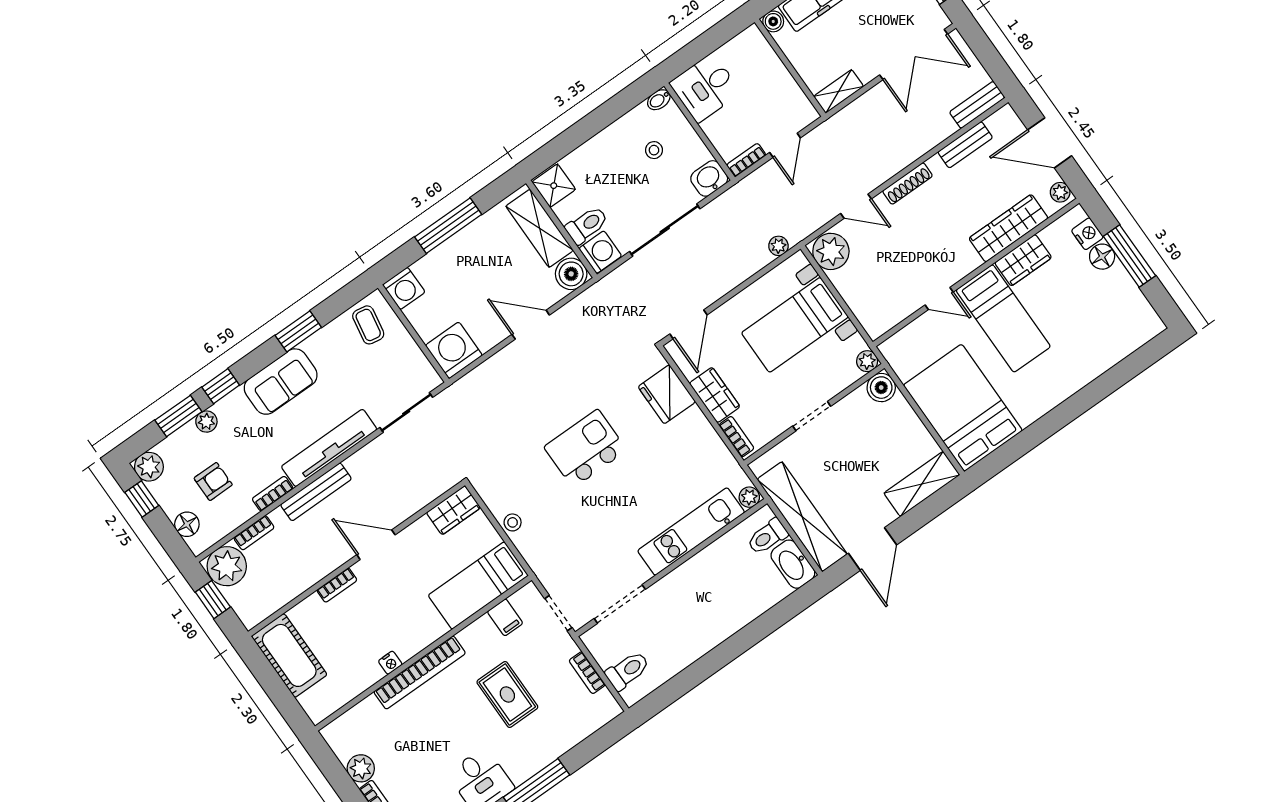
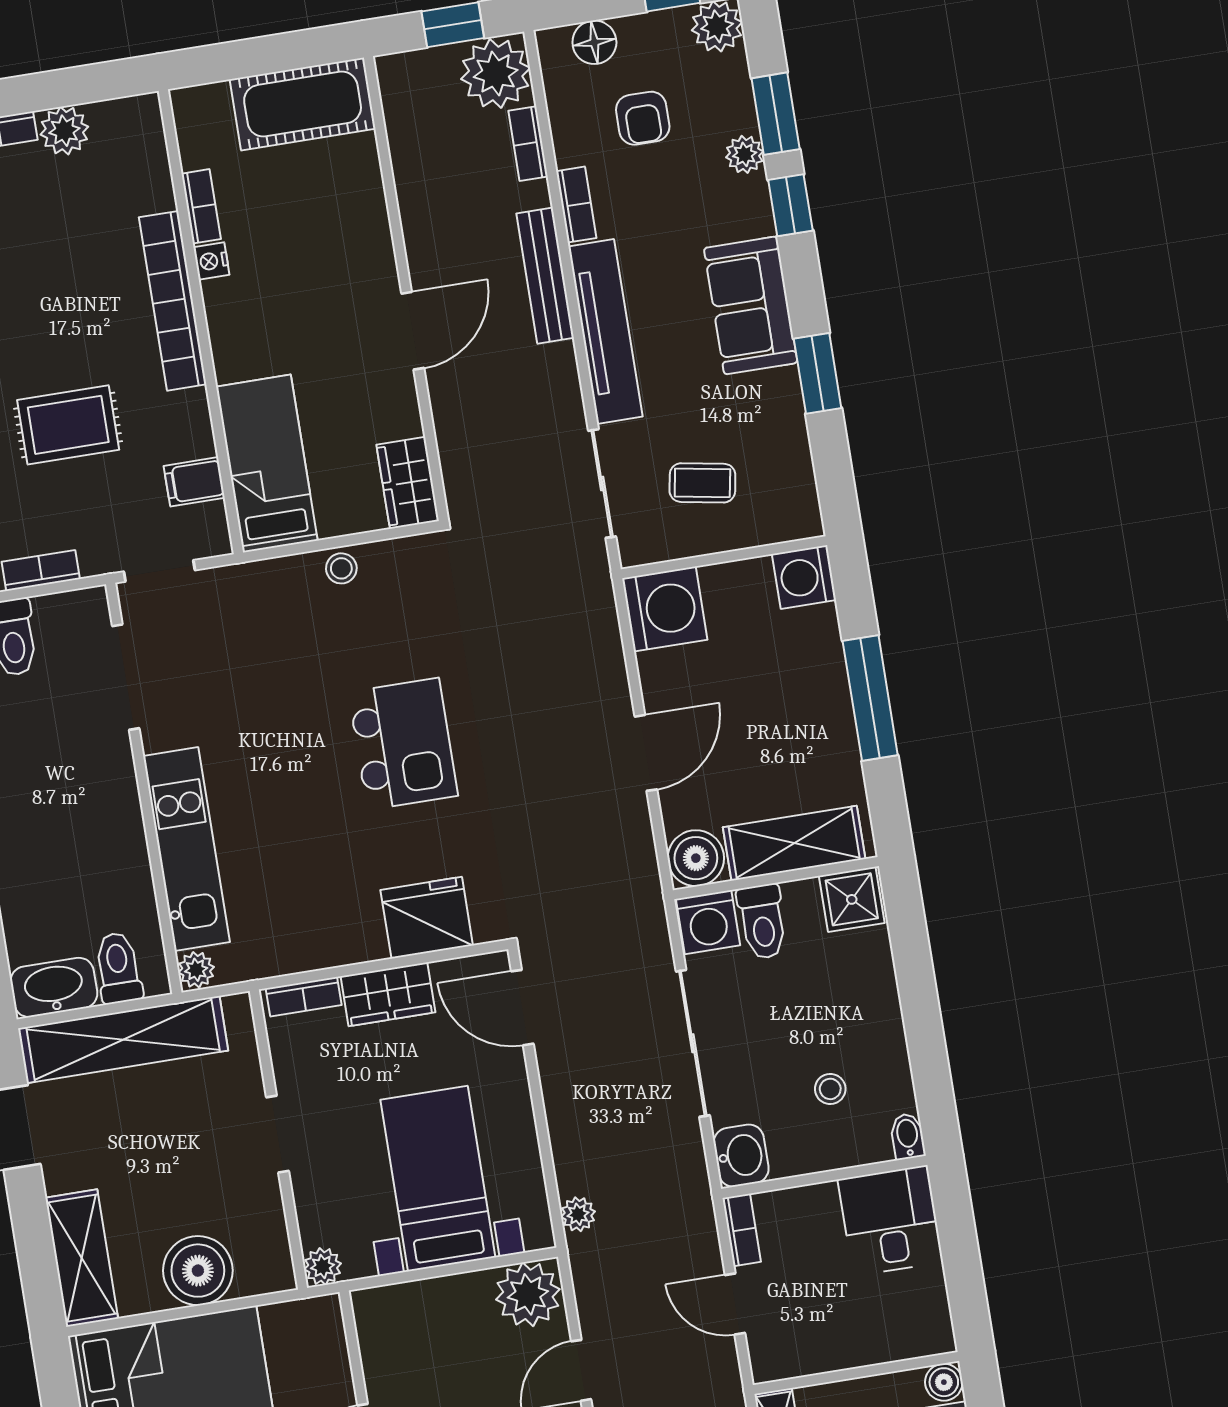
coffee table: (368, 325) -> (702, 483), moved
boiler: (881, 388) -> (198, 1271), moved, width x1.37, depth x1.37
bookcase: (337, 585) -> (201, 206), moved, turned 180

